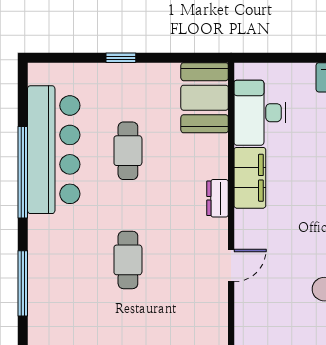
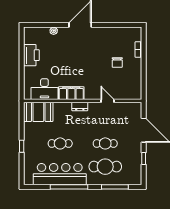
cafe table: (72, 260) -> (105, 167), added

